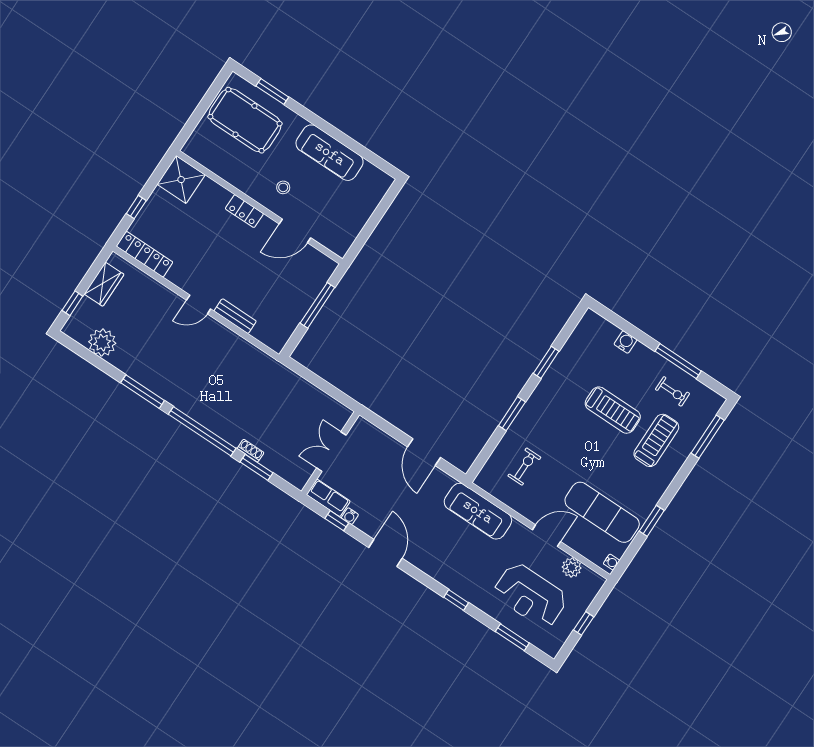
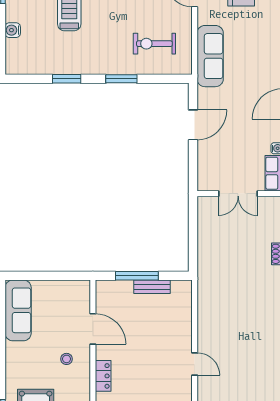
sofa: (330, 153) -> (18, 310), moved
bench: (235, 316) -> (152, 287), moved, turned 90
exercise bike: (524, 467) -> (154, 44), width x1.38, depth x1.39

